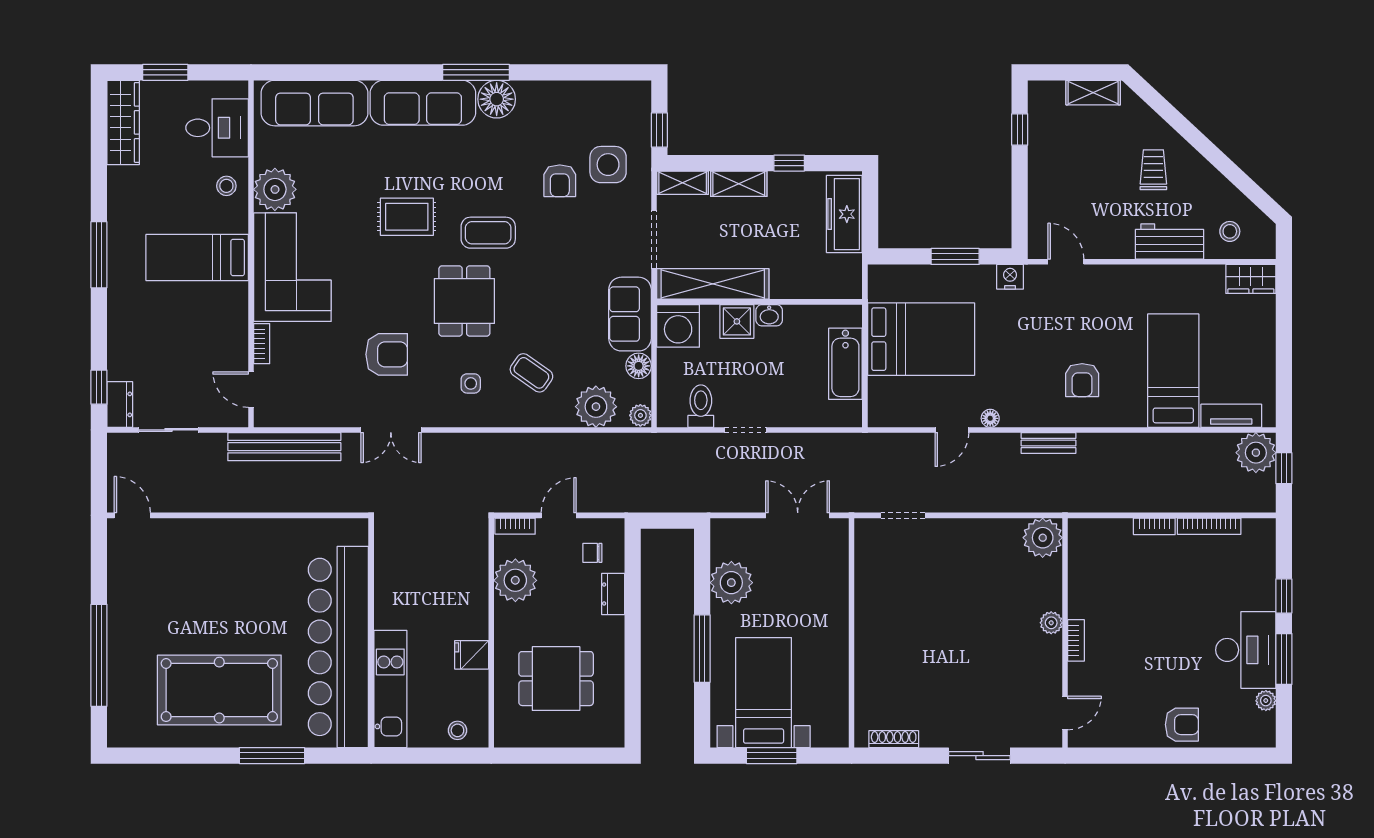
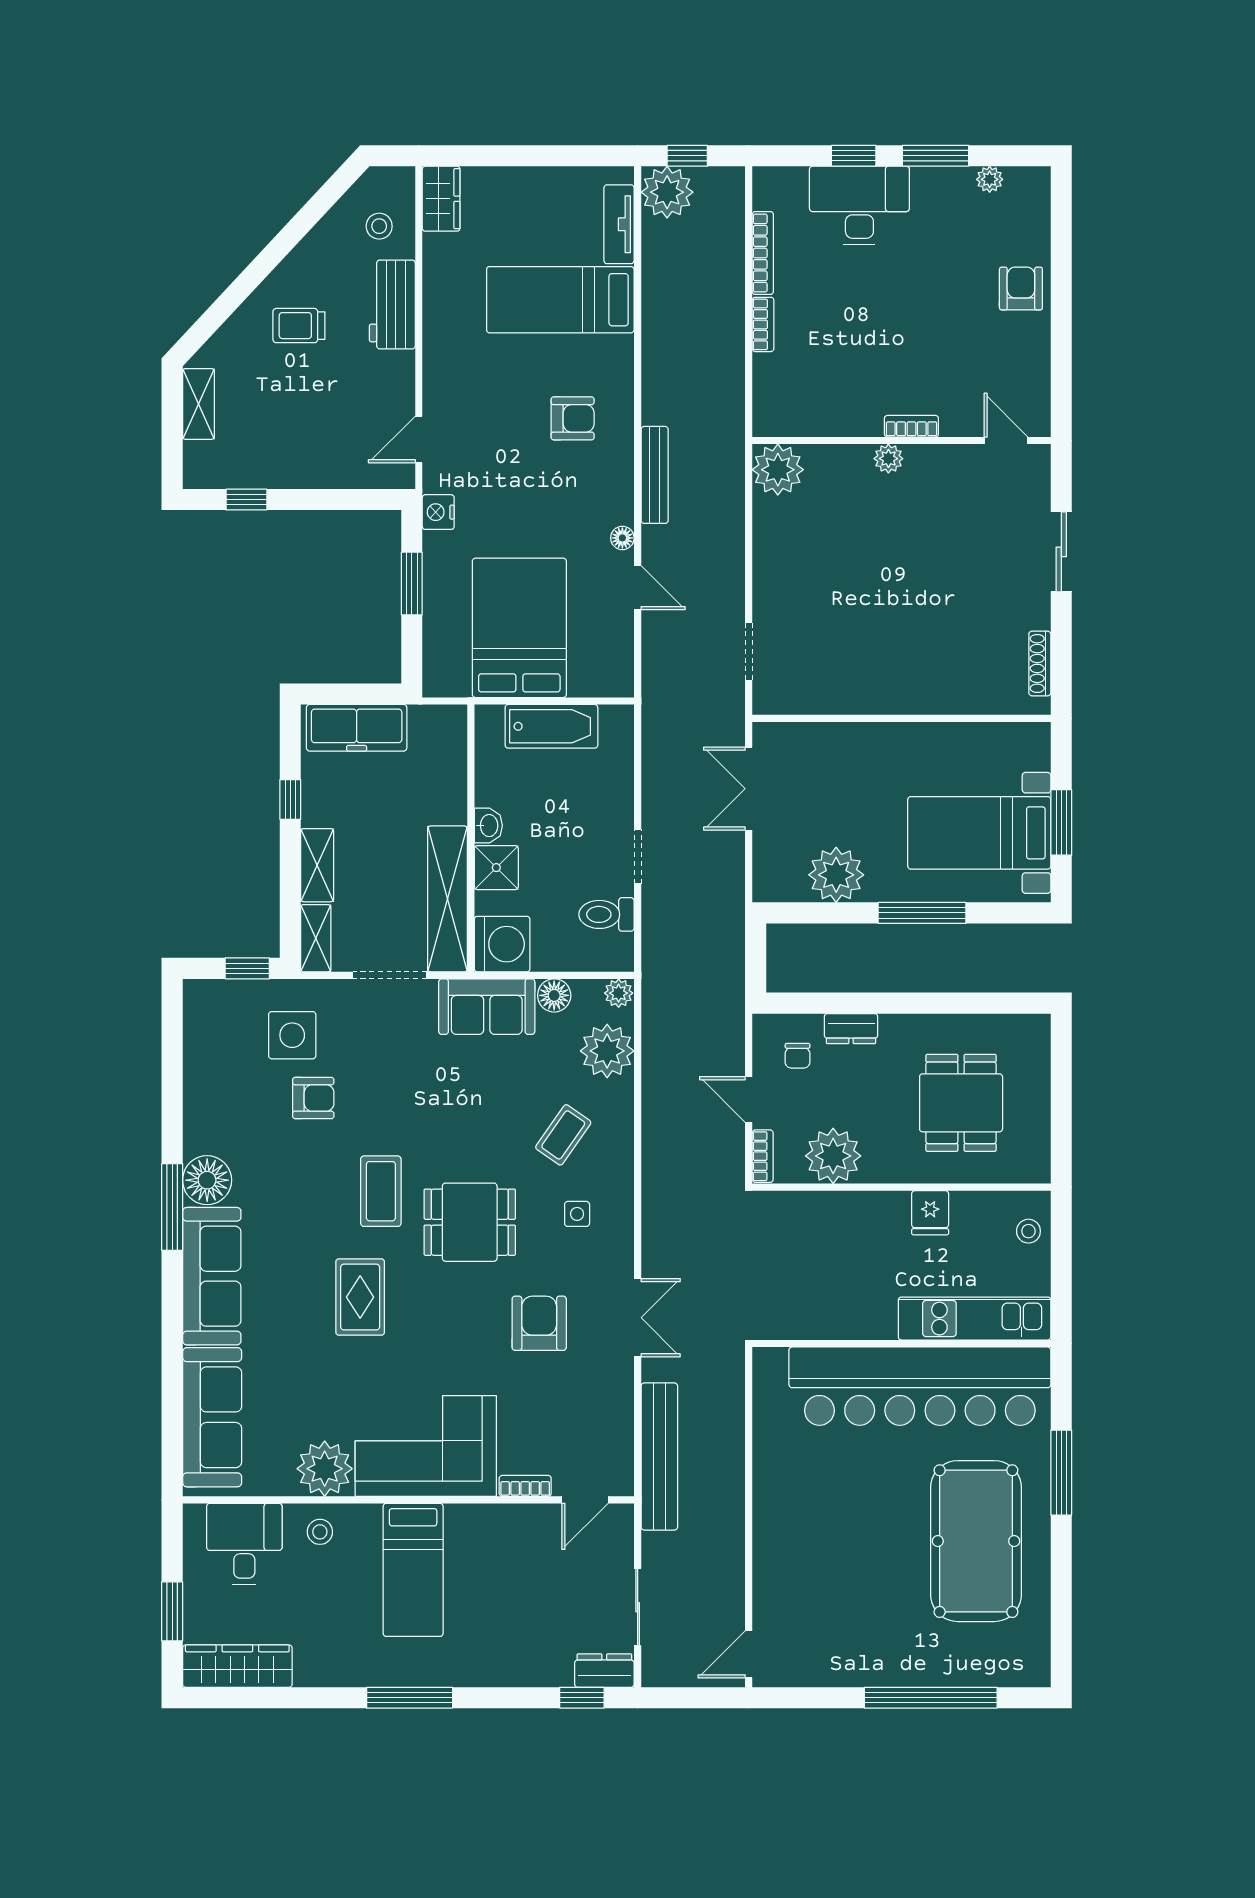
bench: (1049, 443) -> (655, 475), width x1.36
desk: (1246, 650) -> (859, 205), moved

